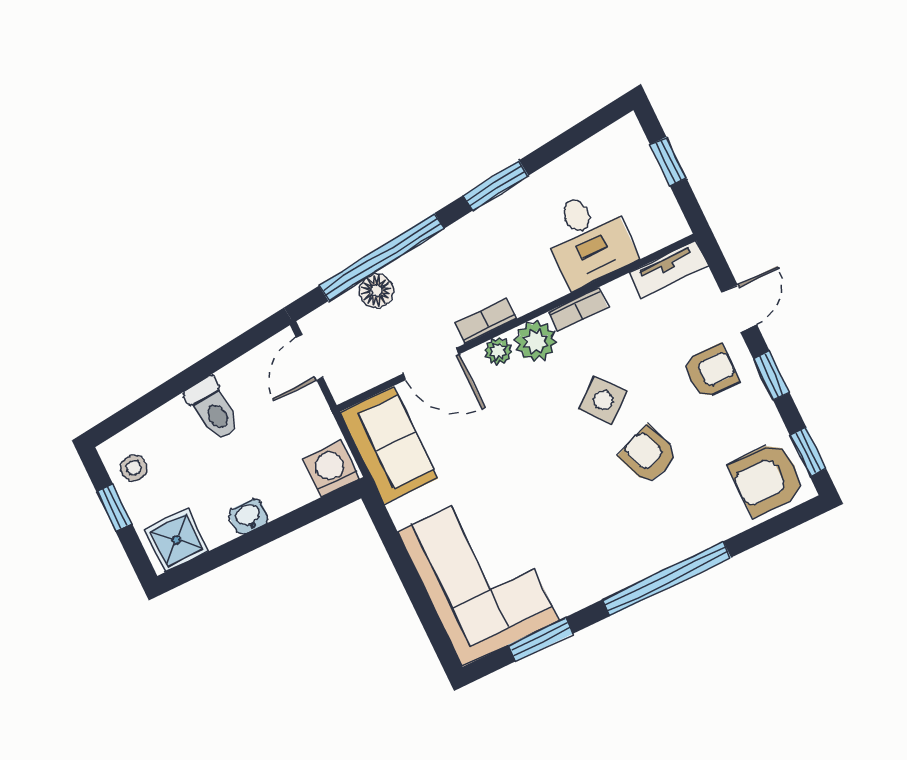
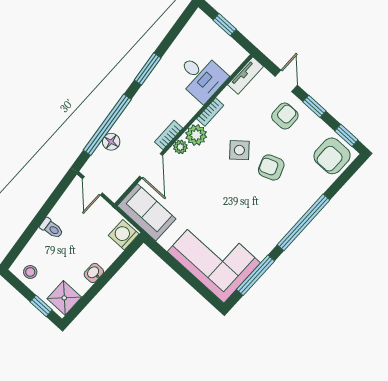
door: (431, 364) -> (151, 166), hinge flipped
toilet: (213, 409) -> (52, 228), width x0.73, depth x0.72
window: (114, 508) -> (41, 306), moved
window: (541, 639) -> (255, 275), width x1.44

